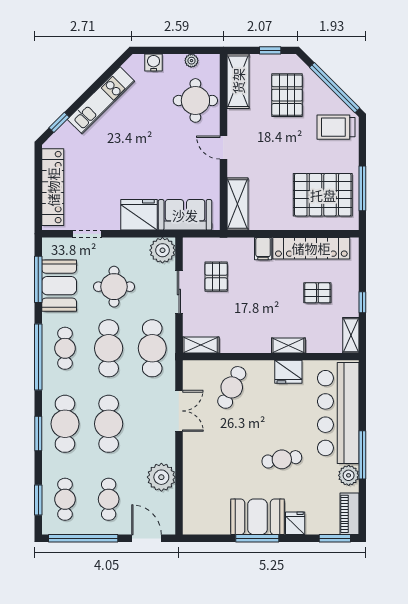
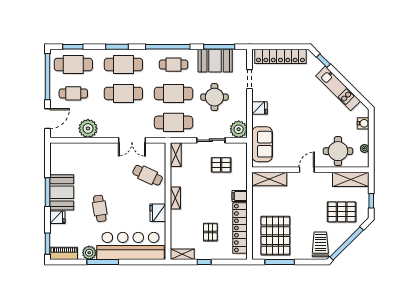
fridge: (139, 215) -> (260, 108), width x0.53, depth x0.75
shelving: (288, 346) -> (175, 198), moved
cafe table: (65, 499) -> (73, 65), width x1.37, depth x1.35

